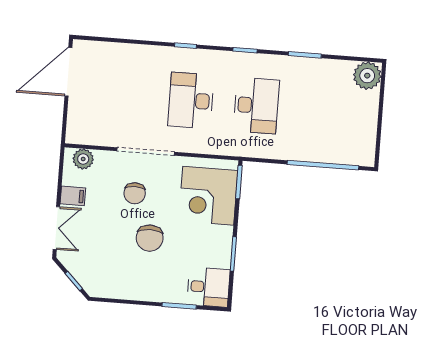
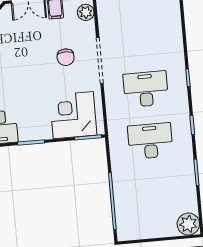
desk: (256, 106) -> (150, 141), turned 180
chair: (135, 193) -> (66, 57), turned -90
chair: (150, 238) -> (32, 75), removed

